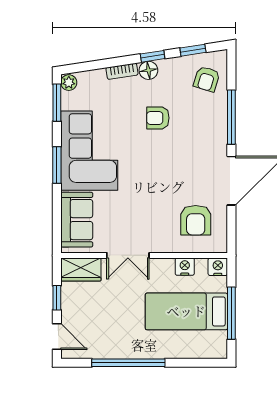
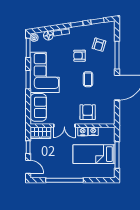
floor lamp: (148, 70) -> (48, 35), moved
armchair: (207, 79) -> (99, 45), moved
coffee table: (175, 164) -> (88, 79), added
armchair: (196, 220) -> (88, 112), moved, turned 180
nightstand: (218, 267) -> (83, 131), moved

